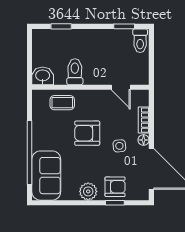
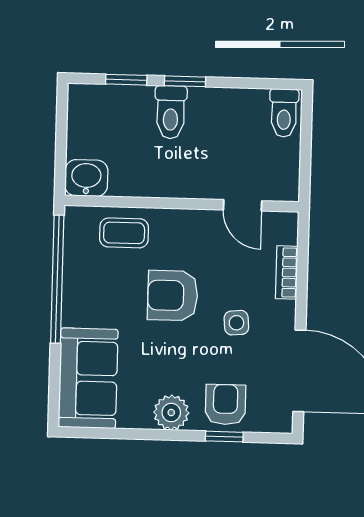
window: (124, 26) -> (185, 81), moved
toilet: (75, 72) -> (171, 112), moved, turned 180
floor lamp: (144, 140) -> (285, 312), removed
window: (30, 152) -> (57, 279), moved
armchair: (115, 187) -> (225, 405), turned -90

